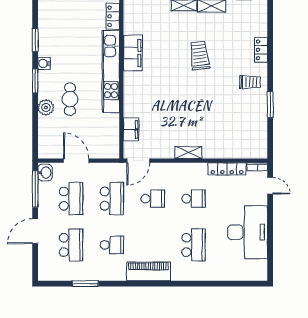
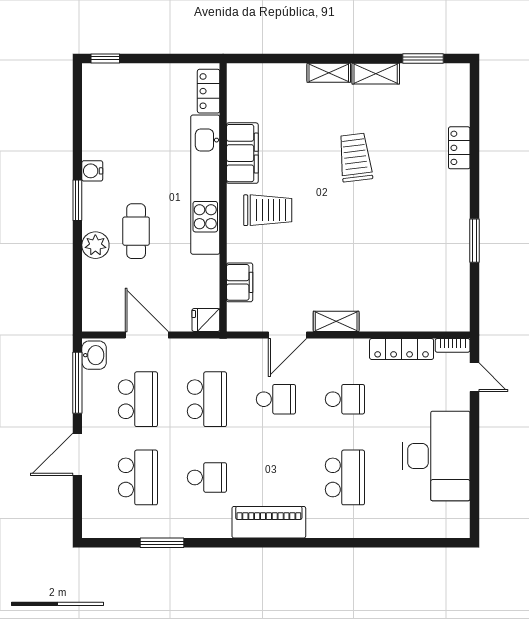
window: (35, 40) -> (77, 131), removed
trolley: (250, 82) -> (268, 210), moved, width x1.36, depth x1.39
fridge: (111, 152) -> (206, 320), added
door: (138, 161) -> (287, 335), moved

